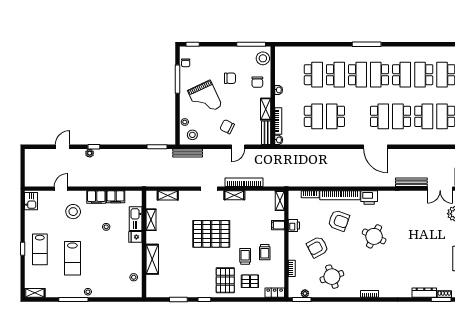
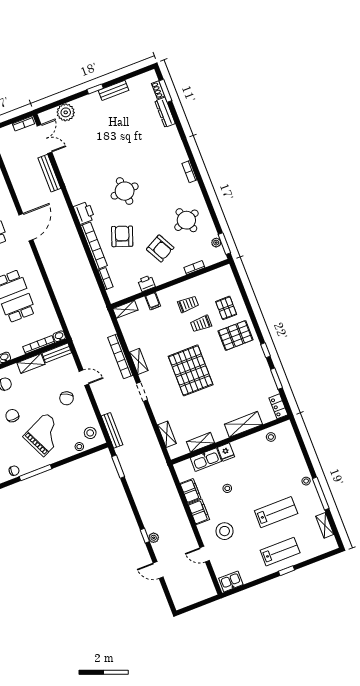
round table: (374, 236) -> (125, 191), turned -30
shelving: (35, 293) -> (325, 525), moved
locker: (275, 293) -> (278, 406), moved

